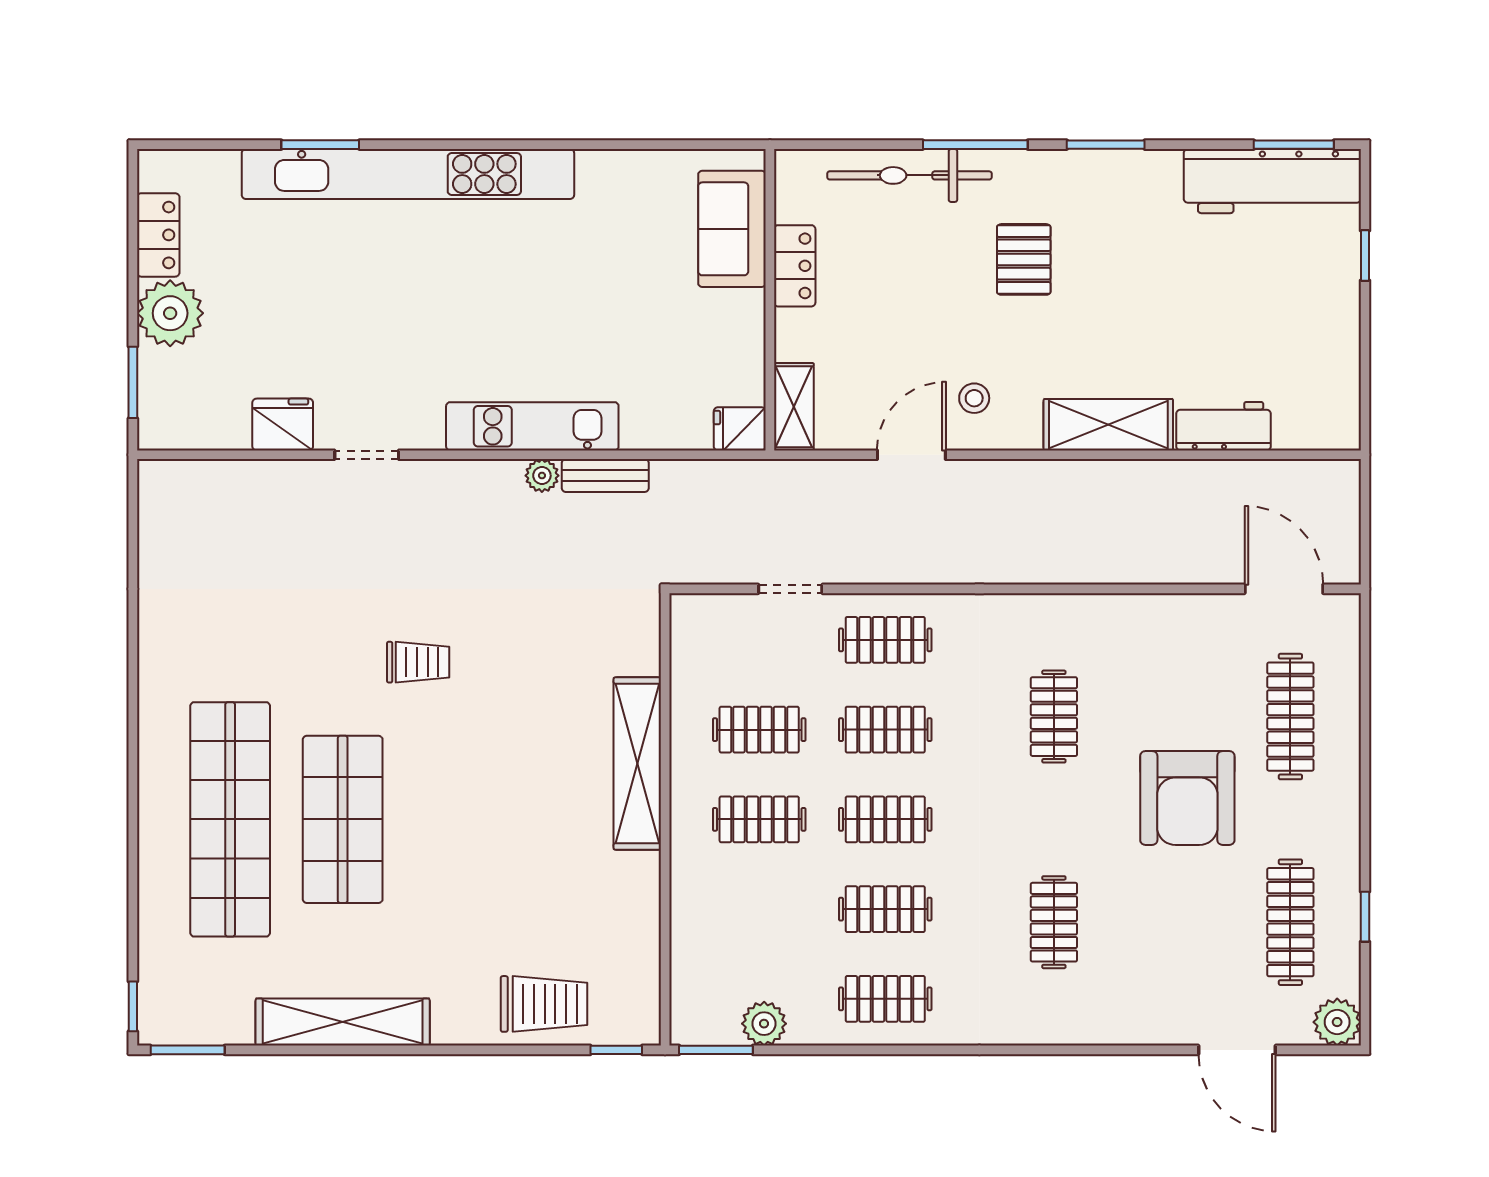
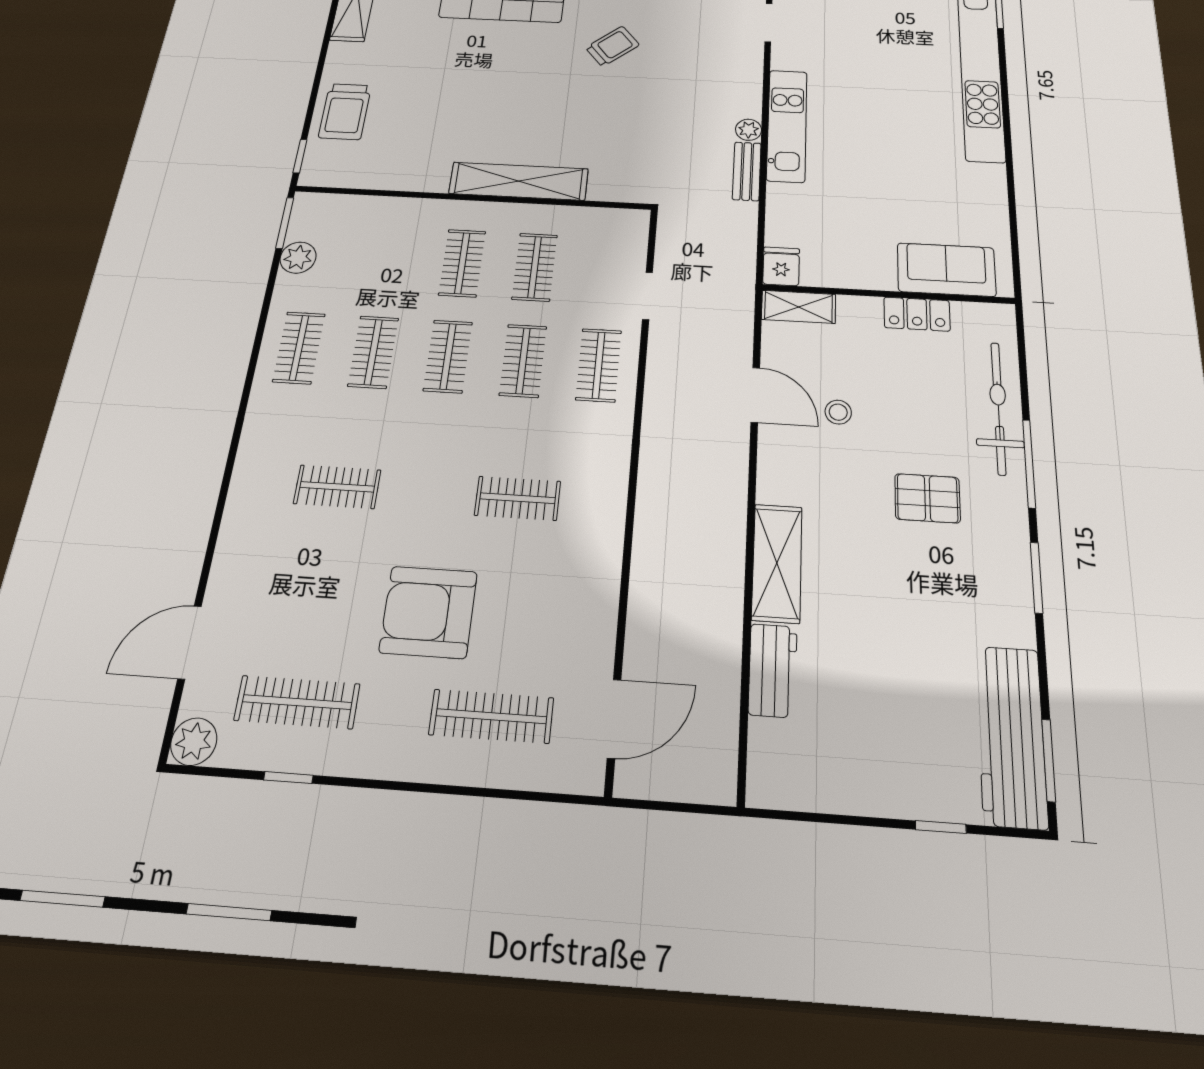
stool: (974, 398) -> (838, 412), moved
trolley: (418, 662) -> (612, 46), turned -130

